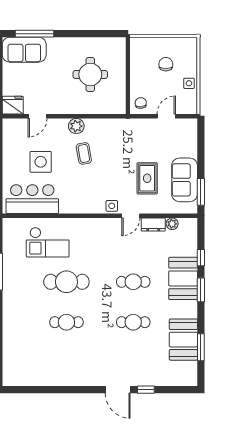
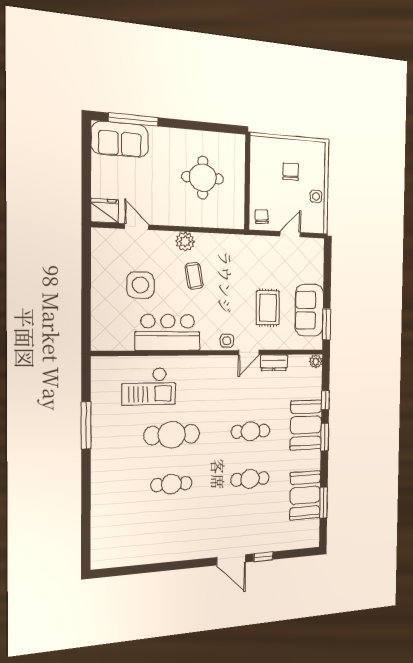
door: (38, 116) -> (137, 227), swing flipped
bar counter: (32, 199) -> (168, 332), moved
plant: (172, 224) -> (316, 361), moved

